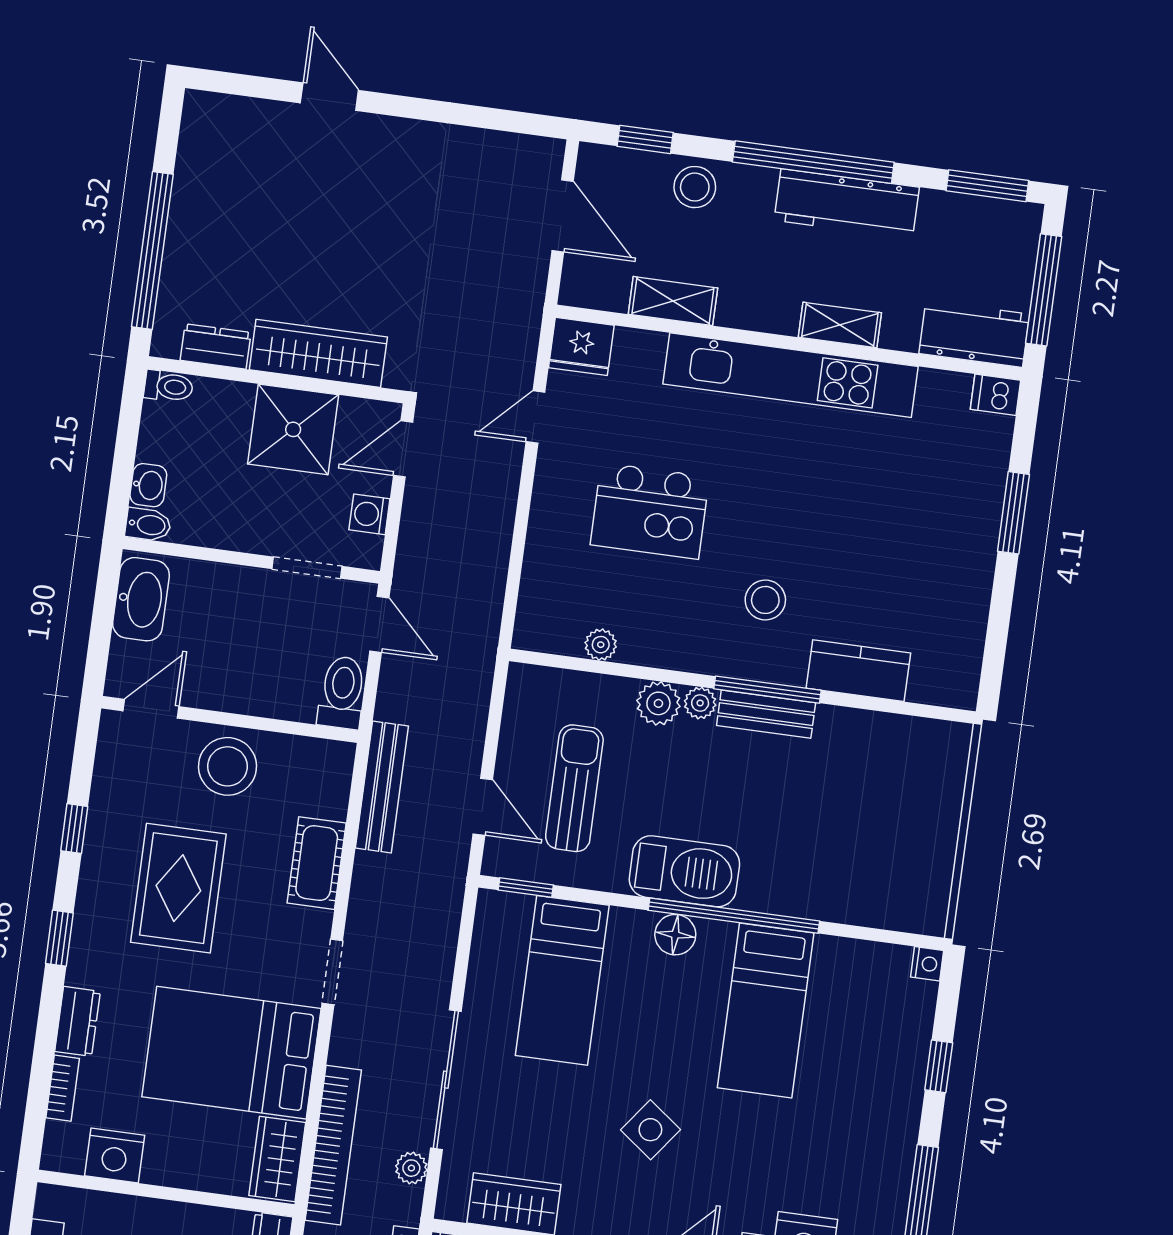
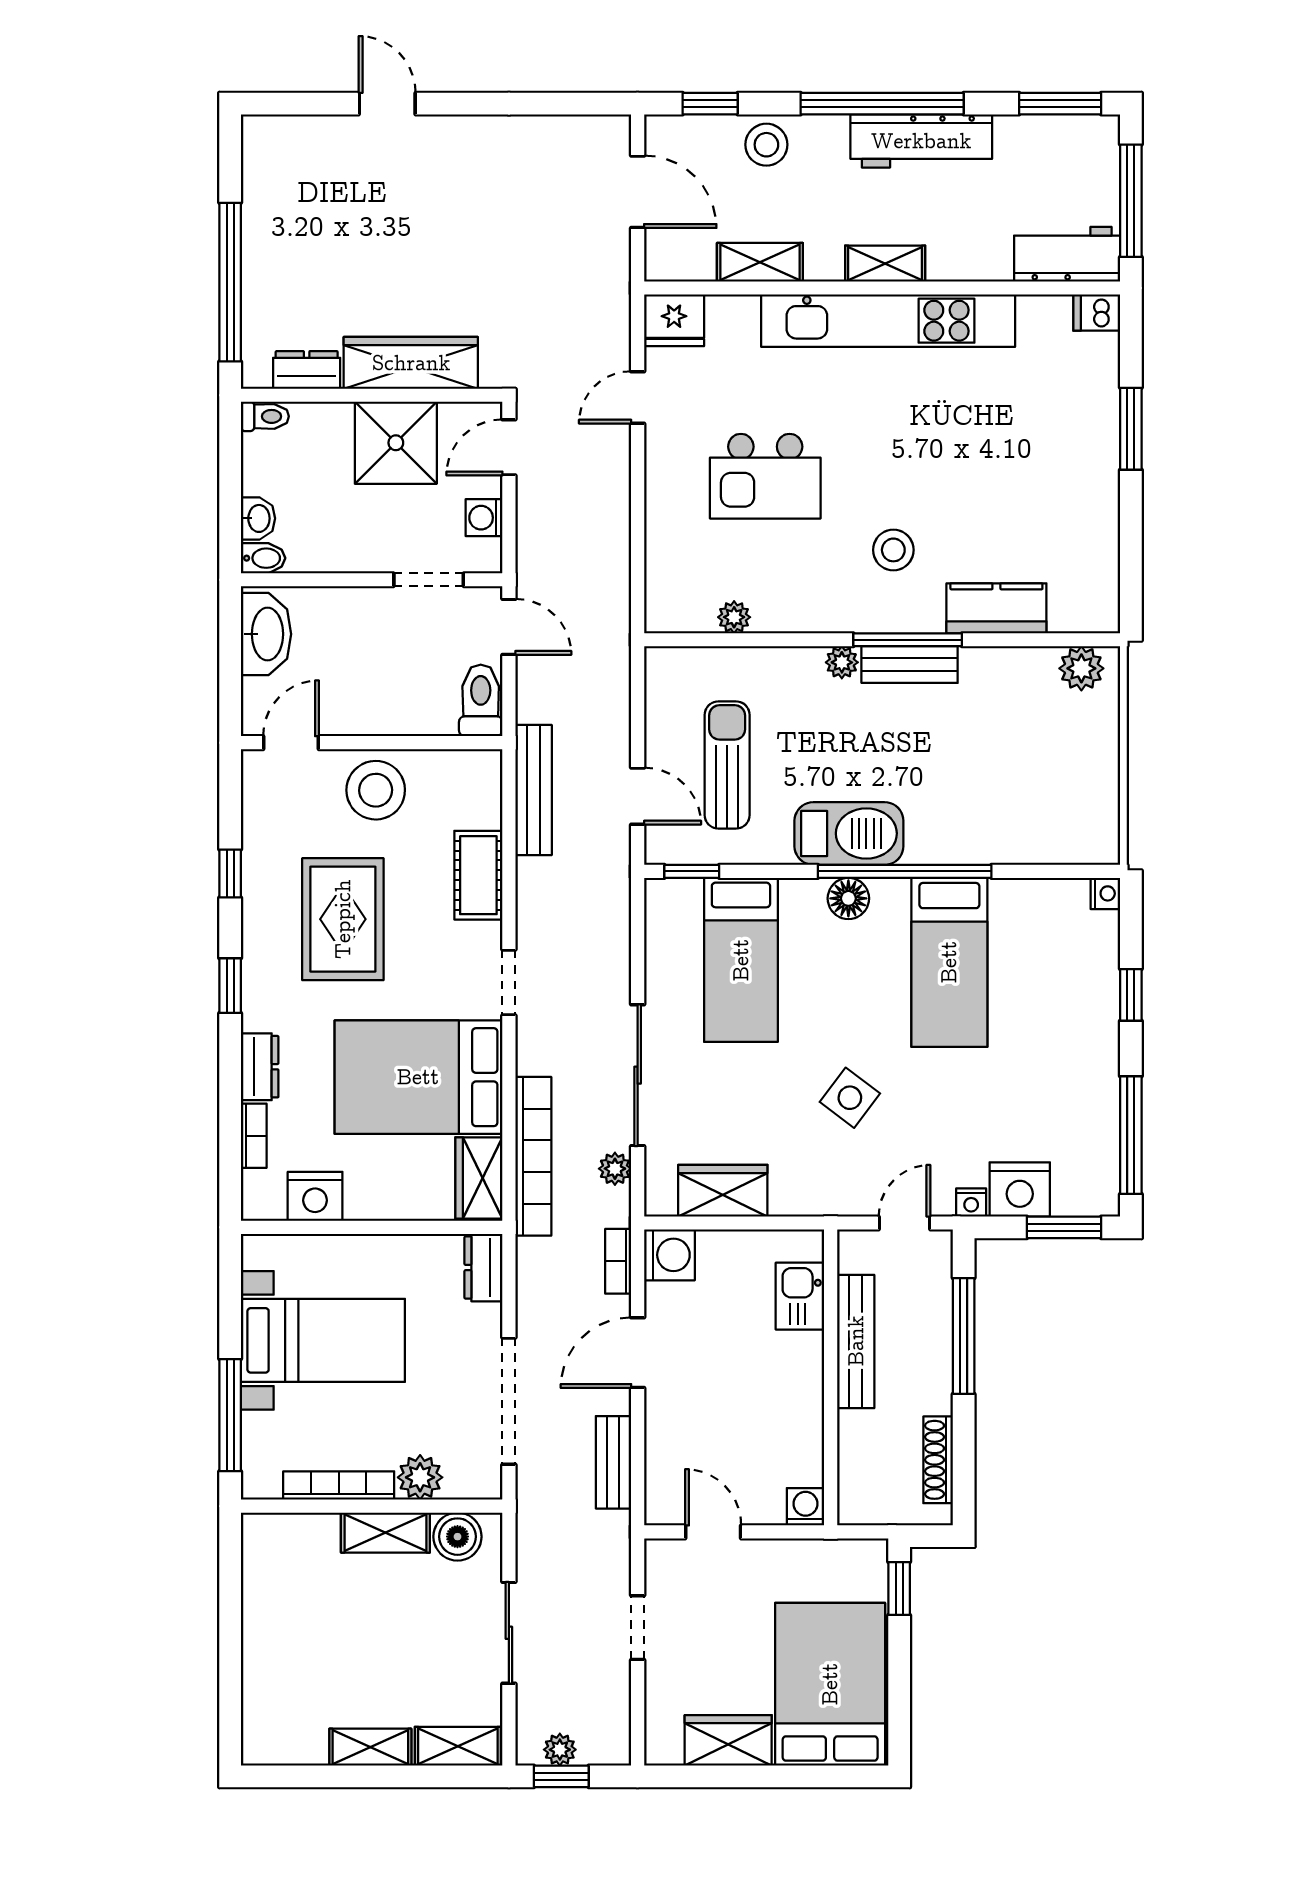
shelving: (840, 325) -> (885, 264), moved
plant: (658, 703) -> (1081, 668), moved

